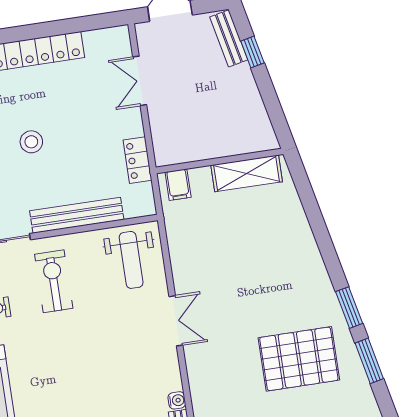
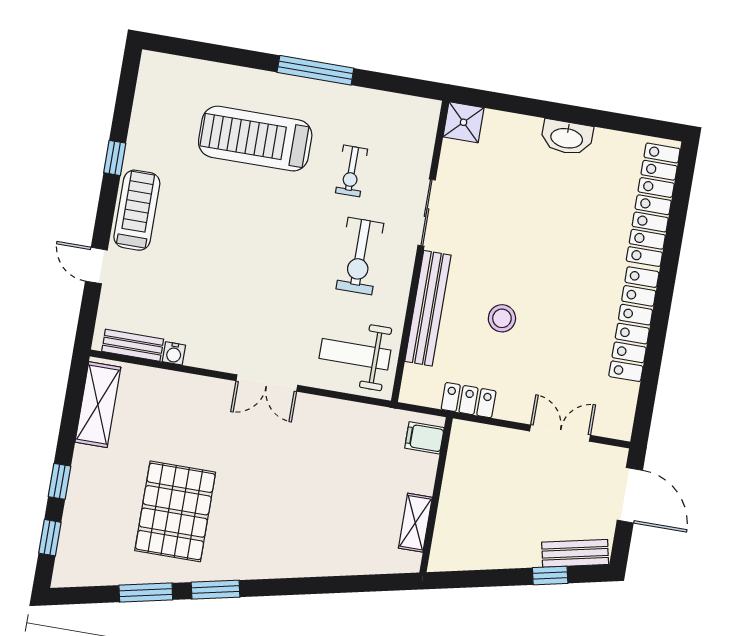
stool: (31, 142) -> (502, 318), moved
shelving: (247, 173) -> (415, 523), width x0.67, depth x0.75
exercise bike: (54, 281) -> (360, 256), turned 90

